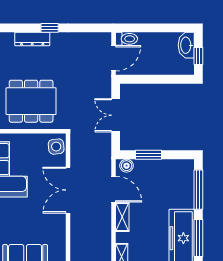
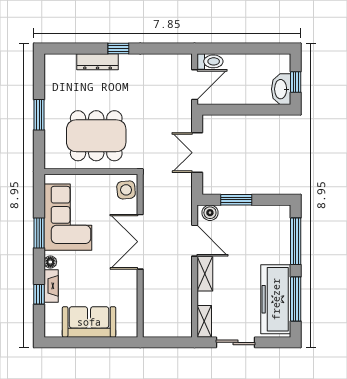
washbasin: (186, 45) -> (281, 89), moved

